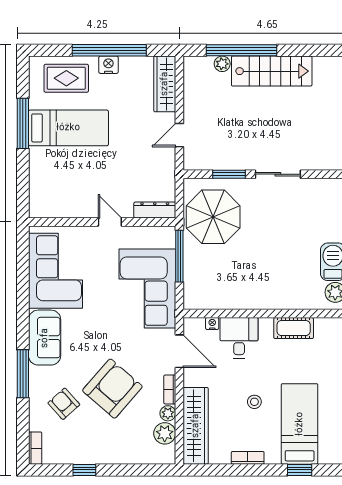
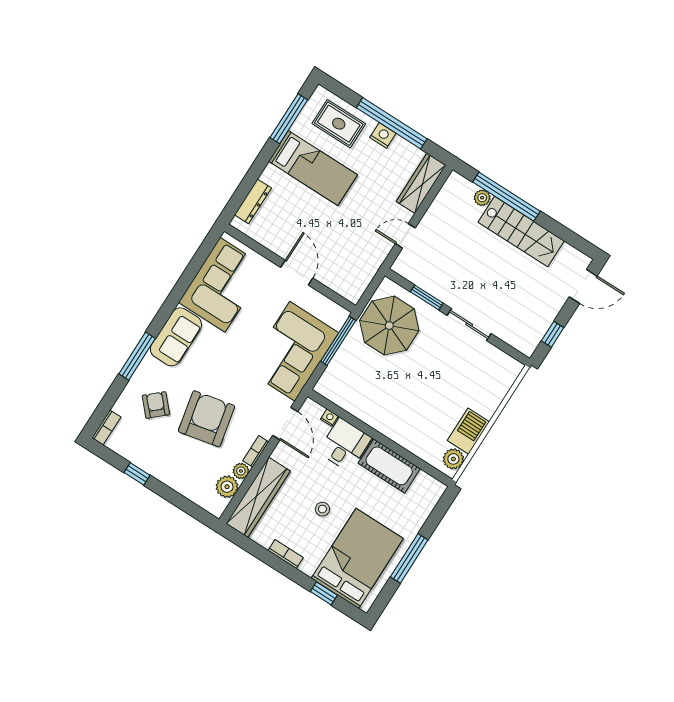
window: (23, 123) -> (289, 119), moved
dresser: (155, 210) -> (253, 201), moved, turned 90
door: (110, 222) -> (297, 273), width x1.38
cot: (294, 328) -> (389, 466), width x1.37, depth x1.34
armchair: (112, 389) -> (207, 419), turned -53
bed: (300, 424) -> (357, 558), width x1.50

